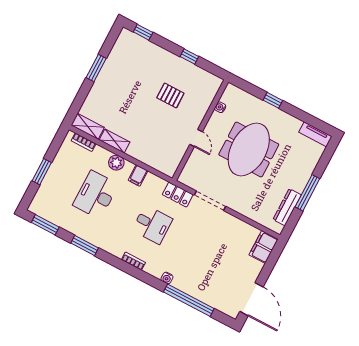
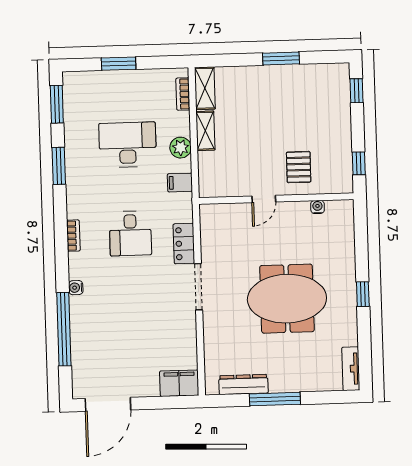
water cooler: (220, 107) -> (318, 207), moved
wall: (200, 130) -> (276, 199), moved
door: (196, 138) -> (264, 199), moved

